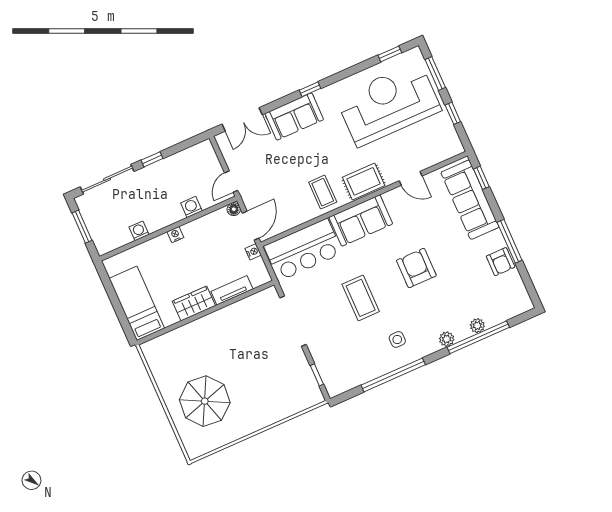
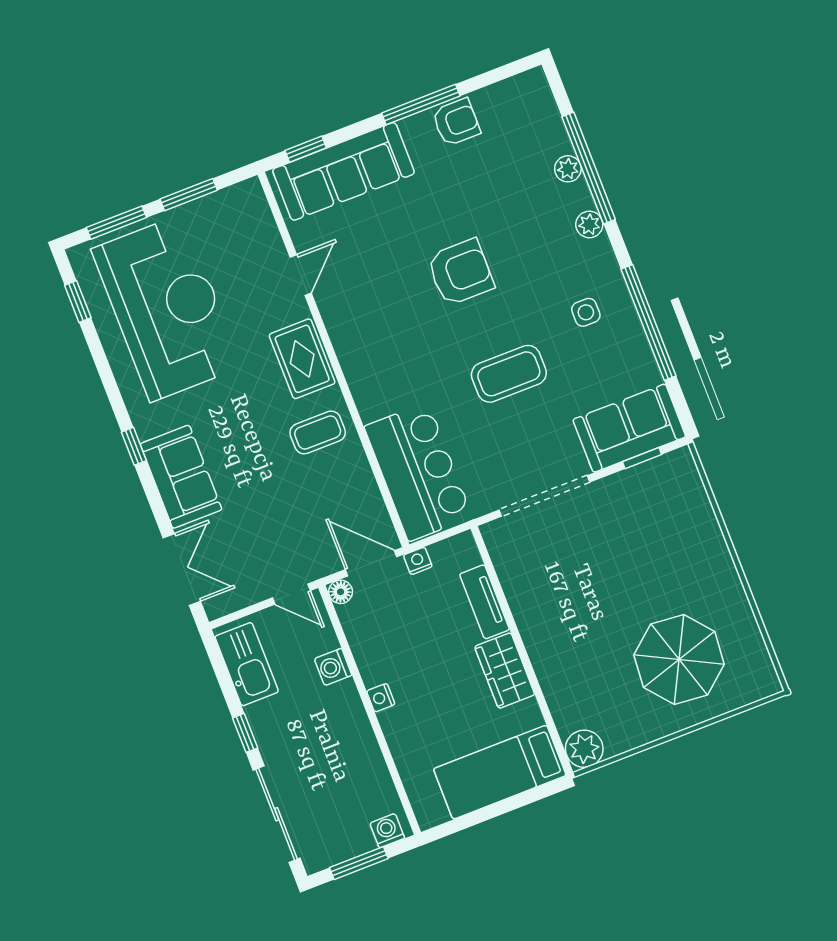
reception desk: (389, 104) -> (167, 308), turned 180
window: (453, 113) -> (189, 195), width x1.50
kitchen sink: (191, 158) -> (247, 664), added
sofa: (361, 220) -> (629, 428), moved, turned -90
washing machine: (139, 231) -> (387, 831), moved, turned 90
armchair: (416, 268) -> (460, 272), turned 180
plant: (152, 350) -> (584, 749), added

